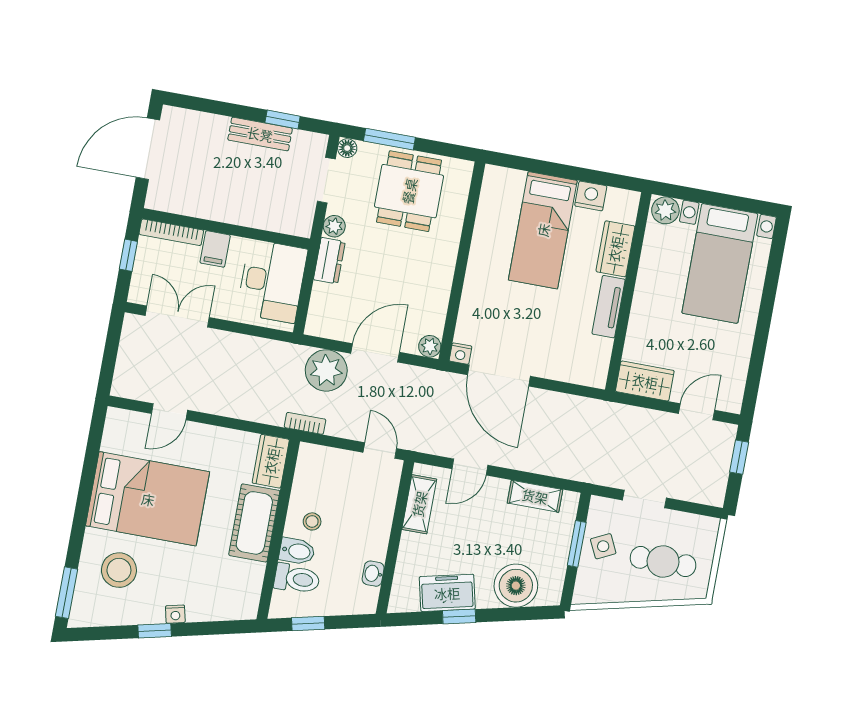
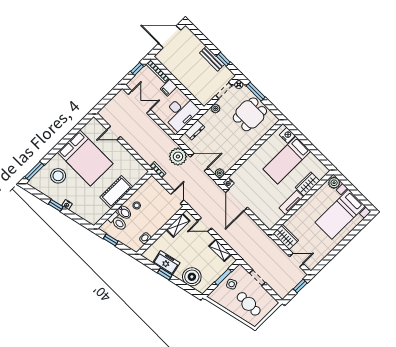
nightstand: (591, 196) -> (287, 135), moved
dresser: (329, 261) -> (195, 130), moved
wardrobe: (271, 461) -> (137, 175), removed

